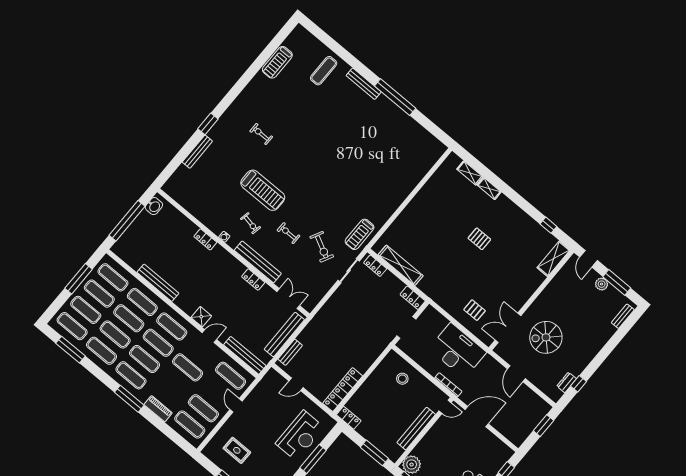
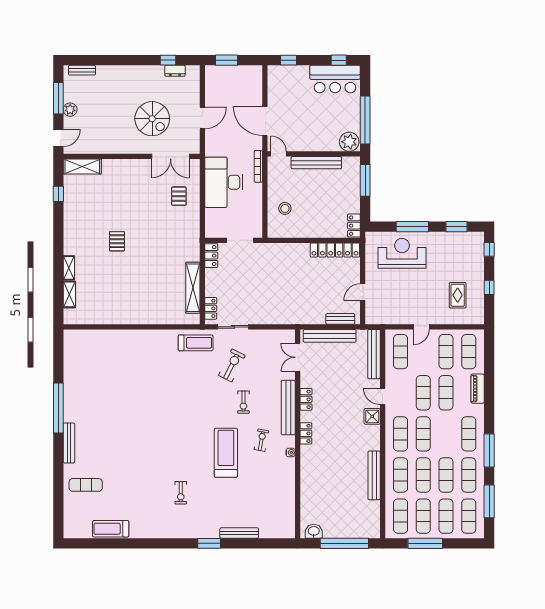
treadmill: (277, 62) -> (111, 529), turned 180
locker: (205, 239) -> (306, 433), moved
exercise mat: (145, 359) -> (446, 393), moved
door: (296, 384) -> (363, 292), swing flipped
window: (129, 399) -> (489, 451), moved

